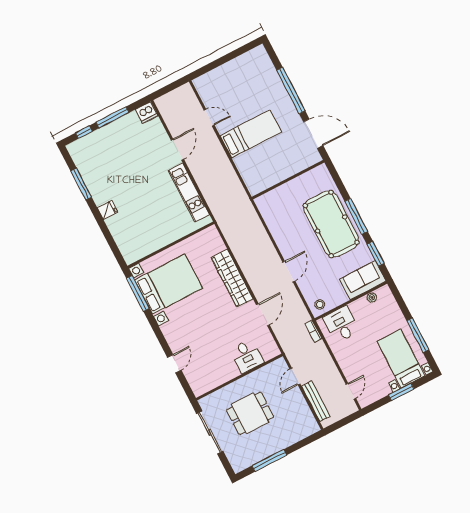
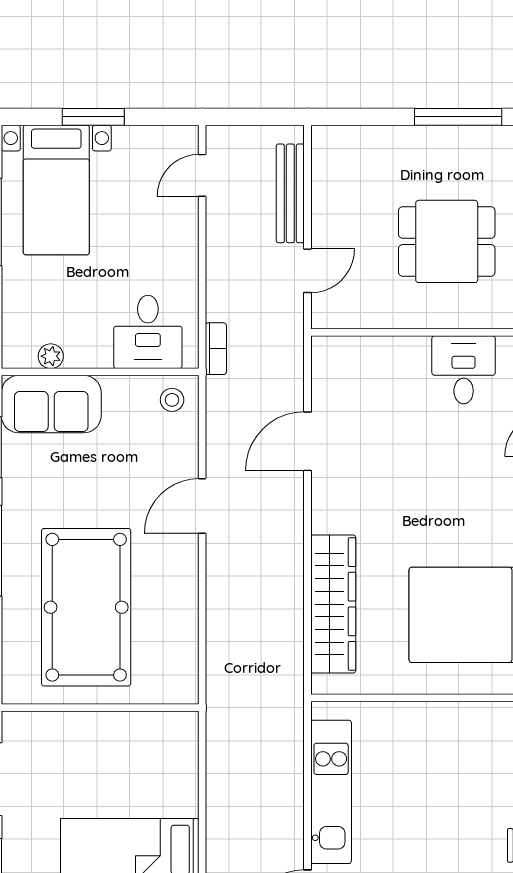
pool table: (331, 224) -> (86, 607), moved
wardrobe: (232, 278) -> (333, 604), moved
desk: (247, 356) -> (464, 370), moved

